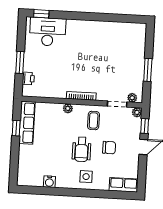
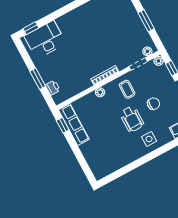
window: (16, 128) -> (63, 125), moved
water cooler: (49, 182) -> (122, 162), removed

